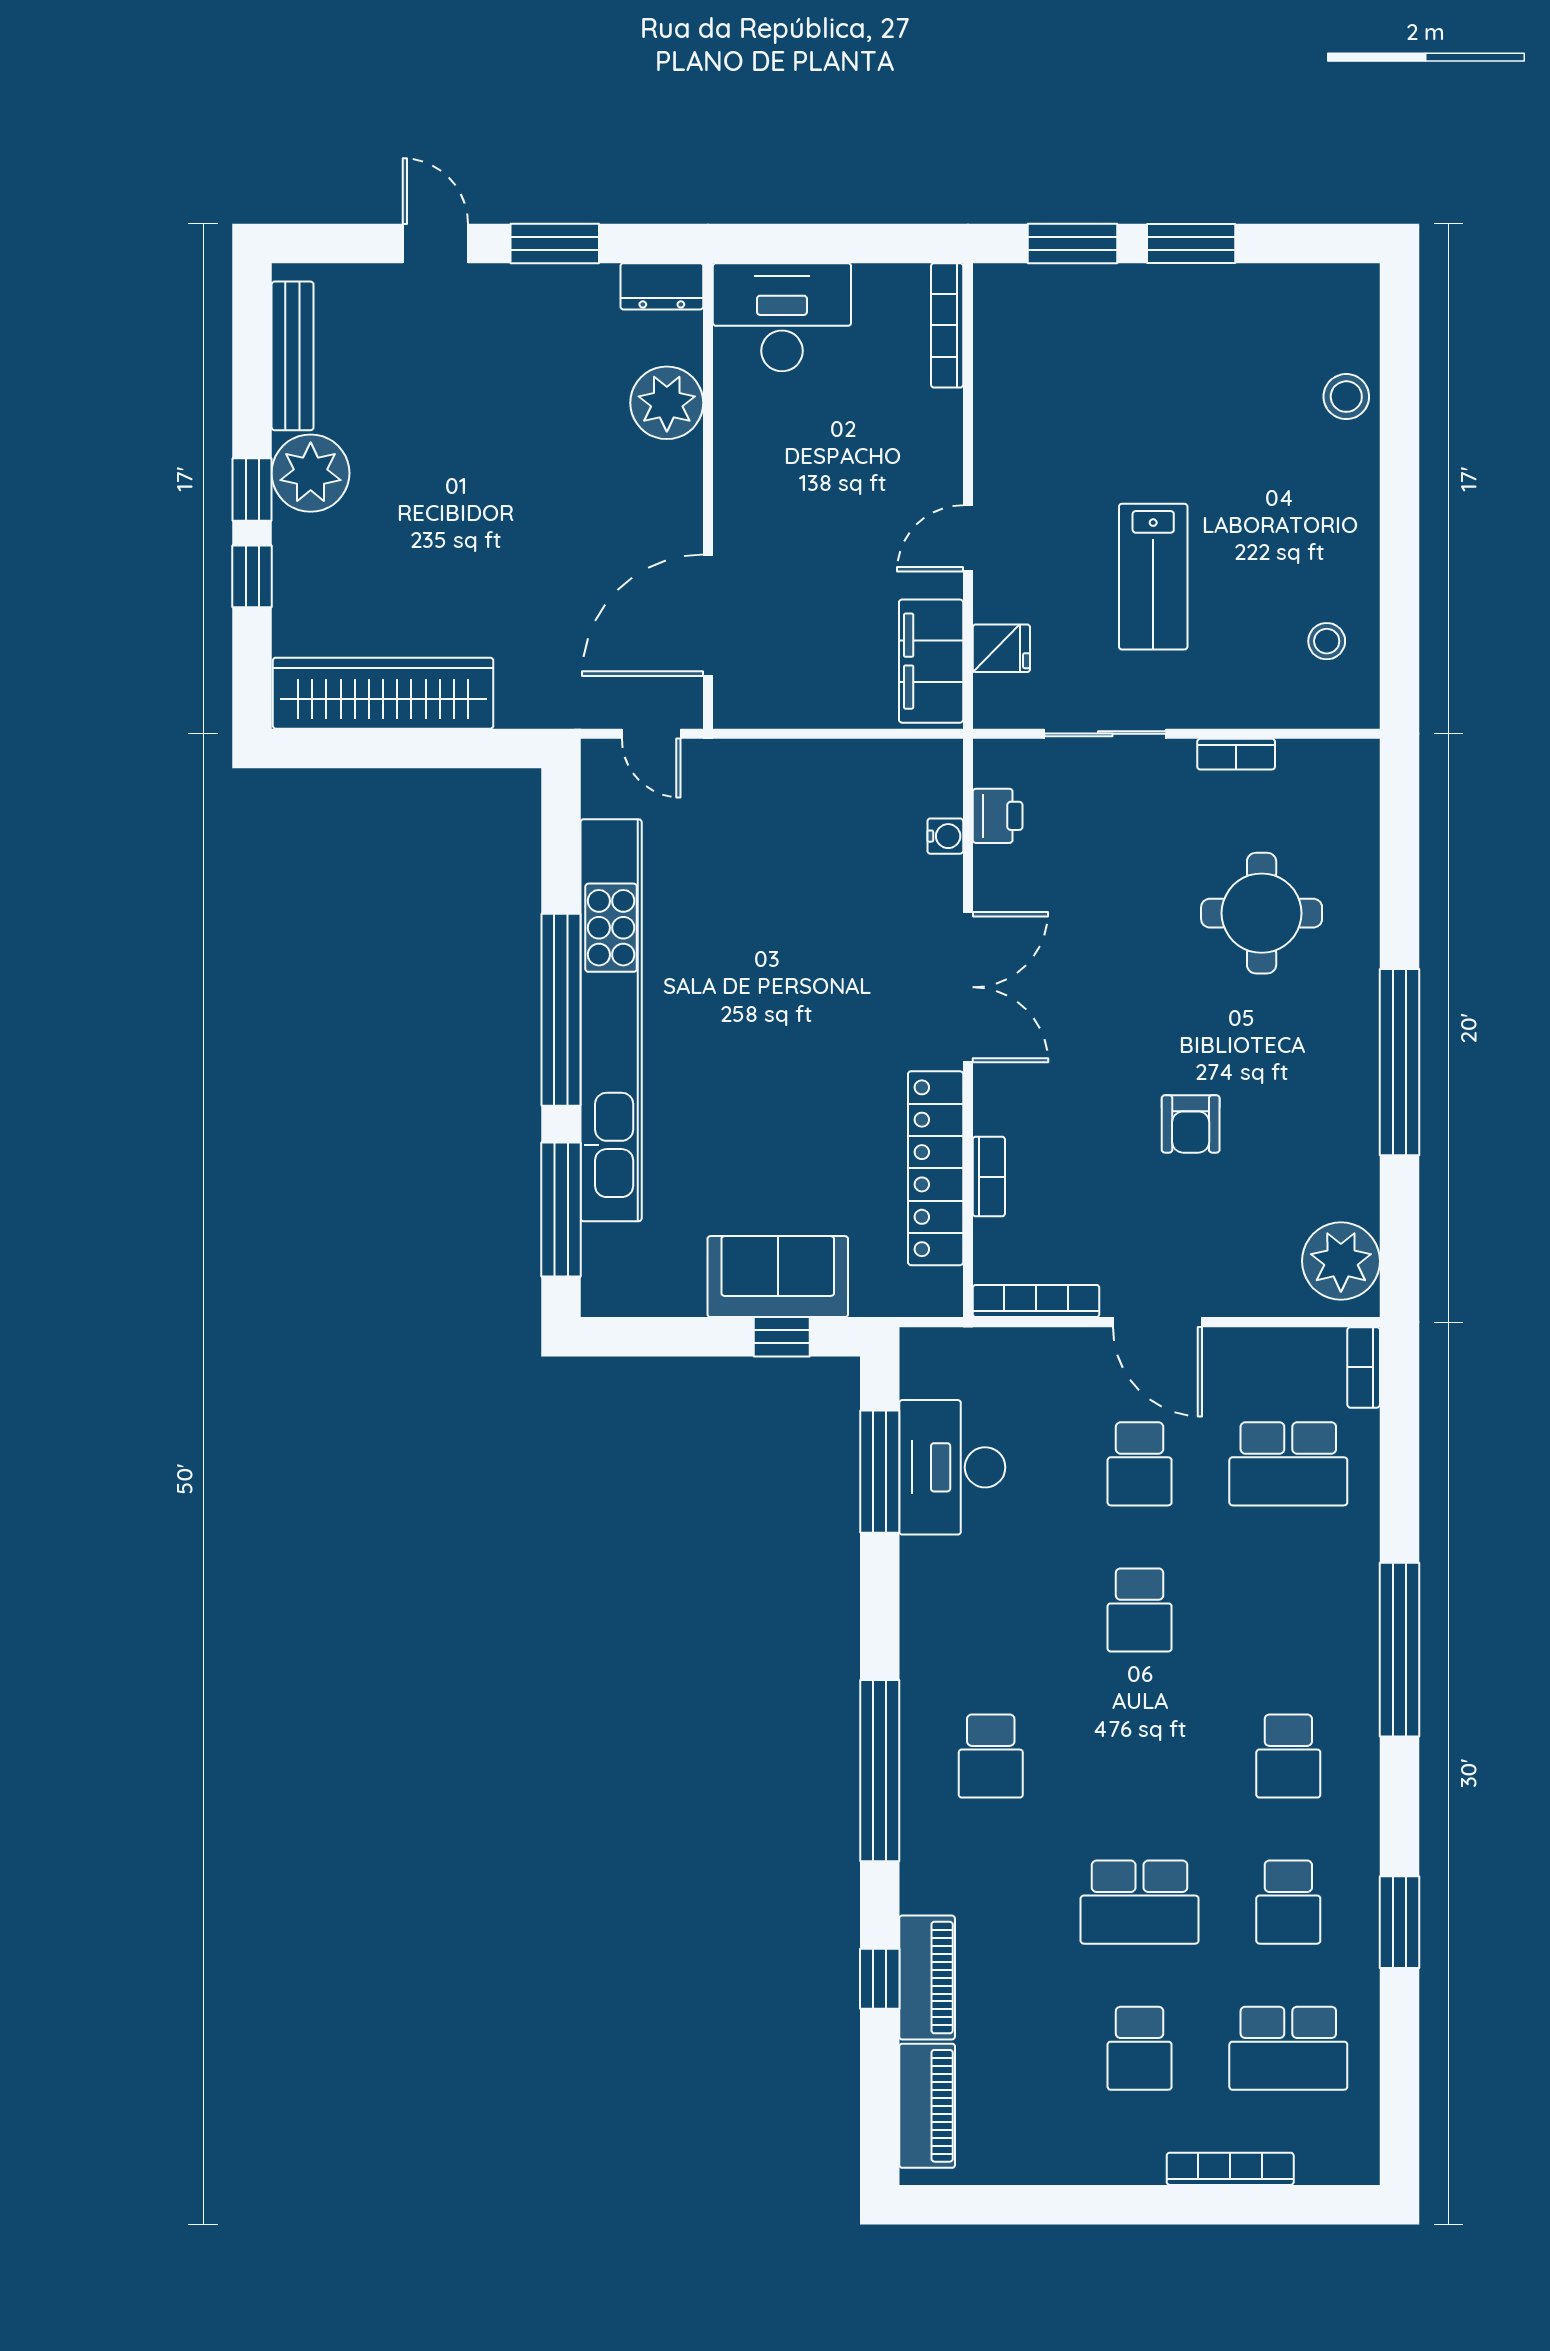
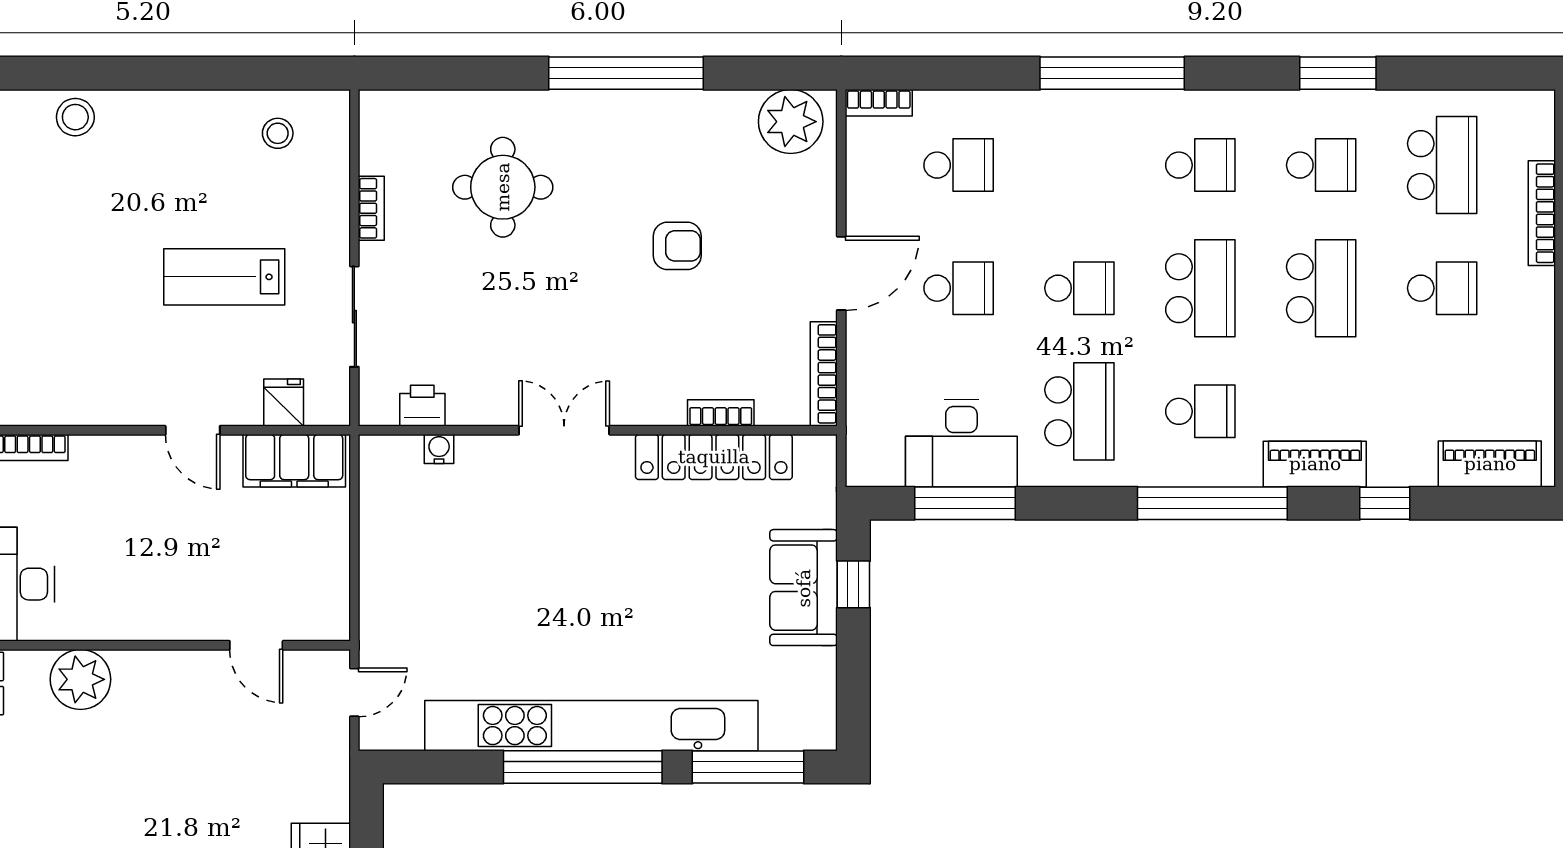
lab bench: (1153, 577) -> (224, 277), turned 180
door: (708, 615) -> (256, 645), width x0.53
double door: (968, 987) -> (564, 430), width x0.73
school desk: (1288, 1464) -> (959, 165), width x0.54
school desk: (991, 1610) -> (1079, 411), added
school desk: (1140, 1756) -> (1200, 288), added
piano: (927, 1978) -> (1315, 464), moved

